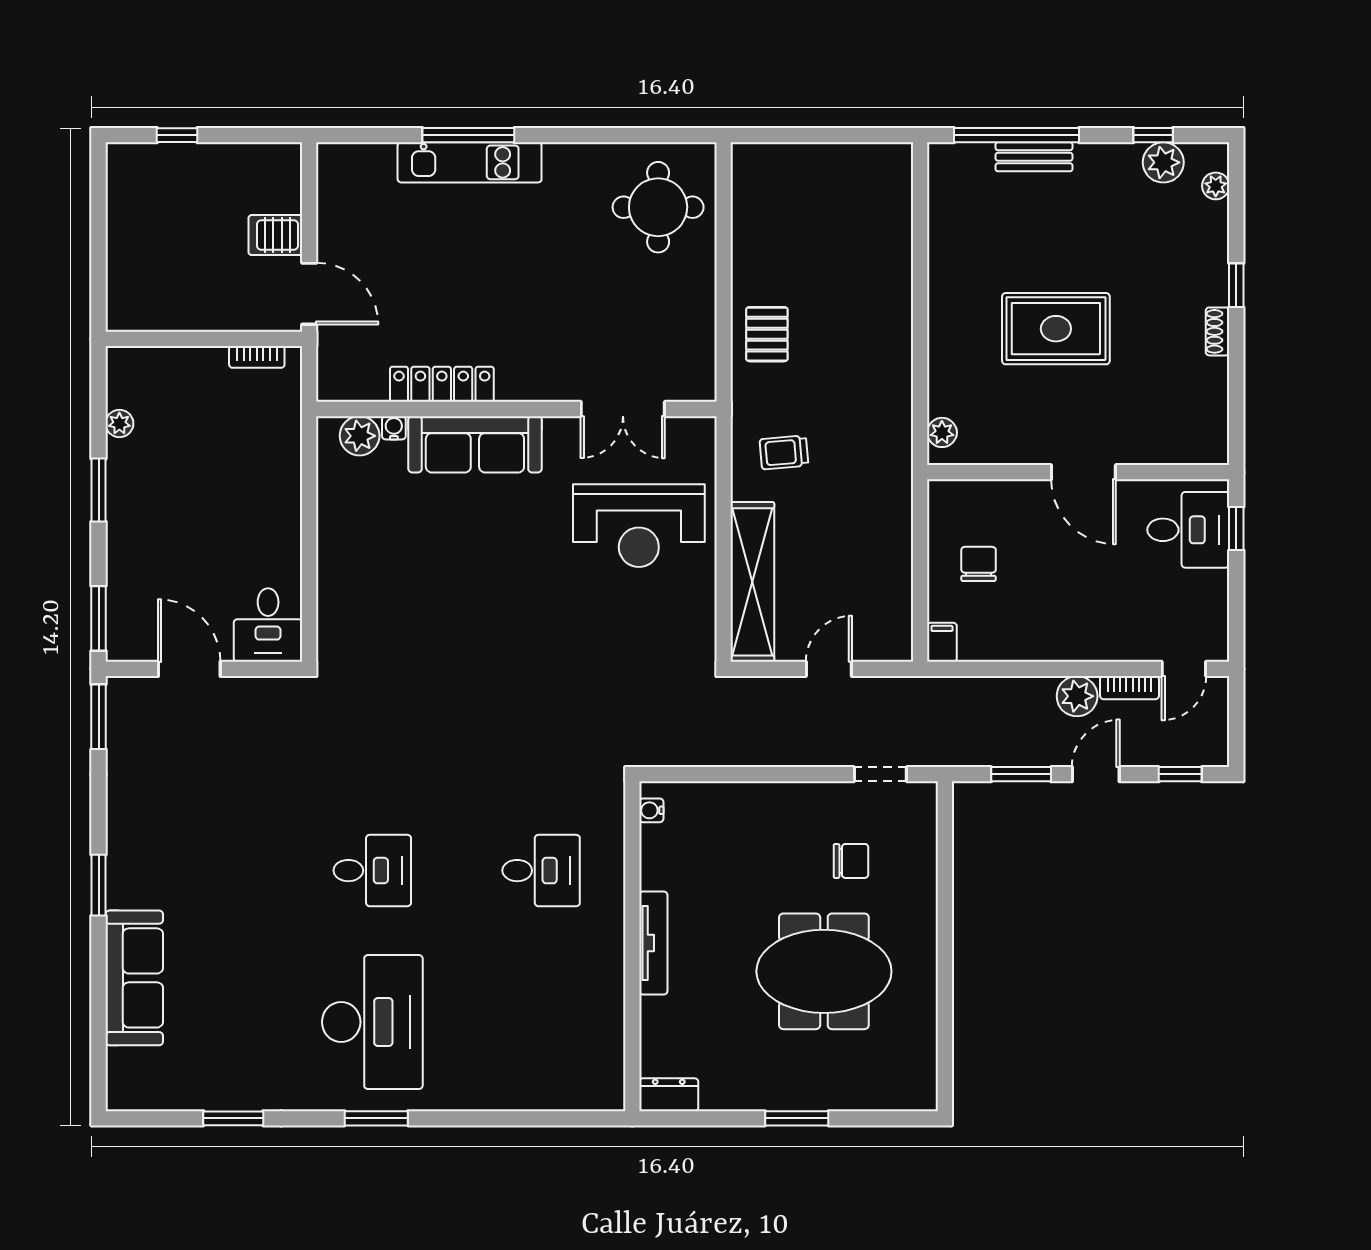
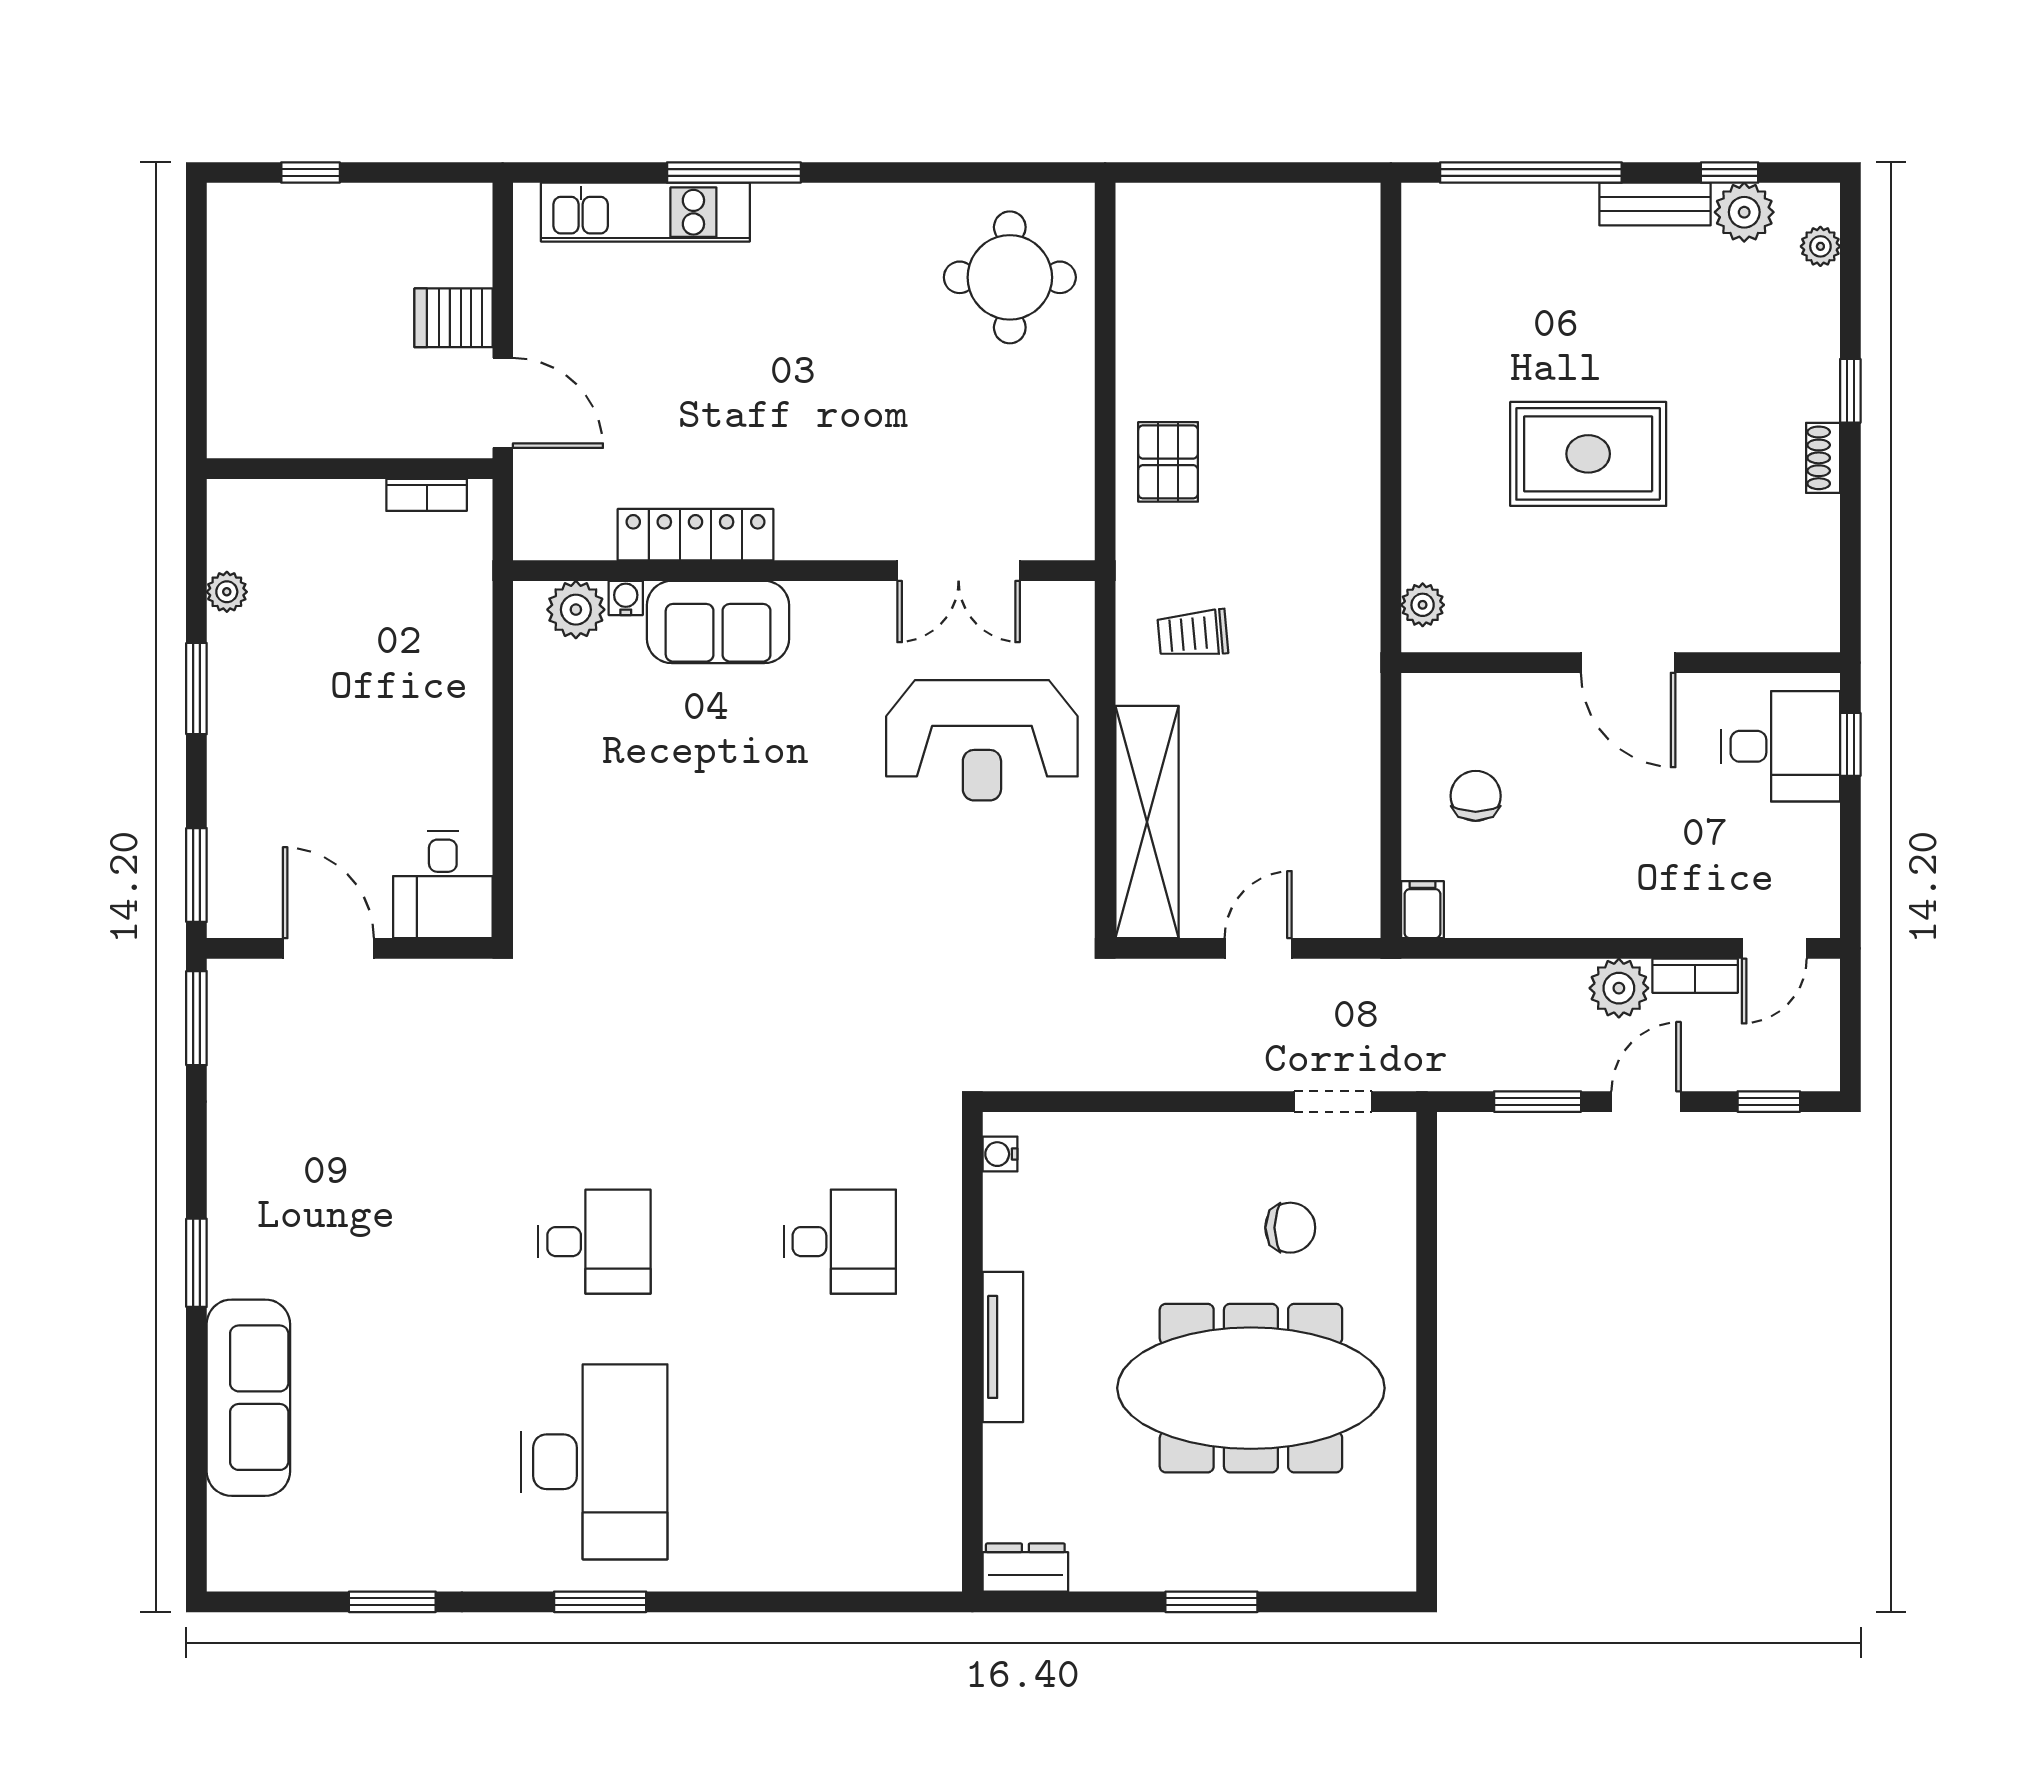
bench: (1034, 157) -> (1655, 204), moved
kitchen unit: (470, 162) -> (645, 212), moved
sofa: (475, 444) -> (718, 622), width x0.73
meeting table: (824, 971) -> (1251, 1388), width x1.36

